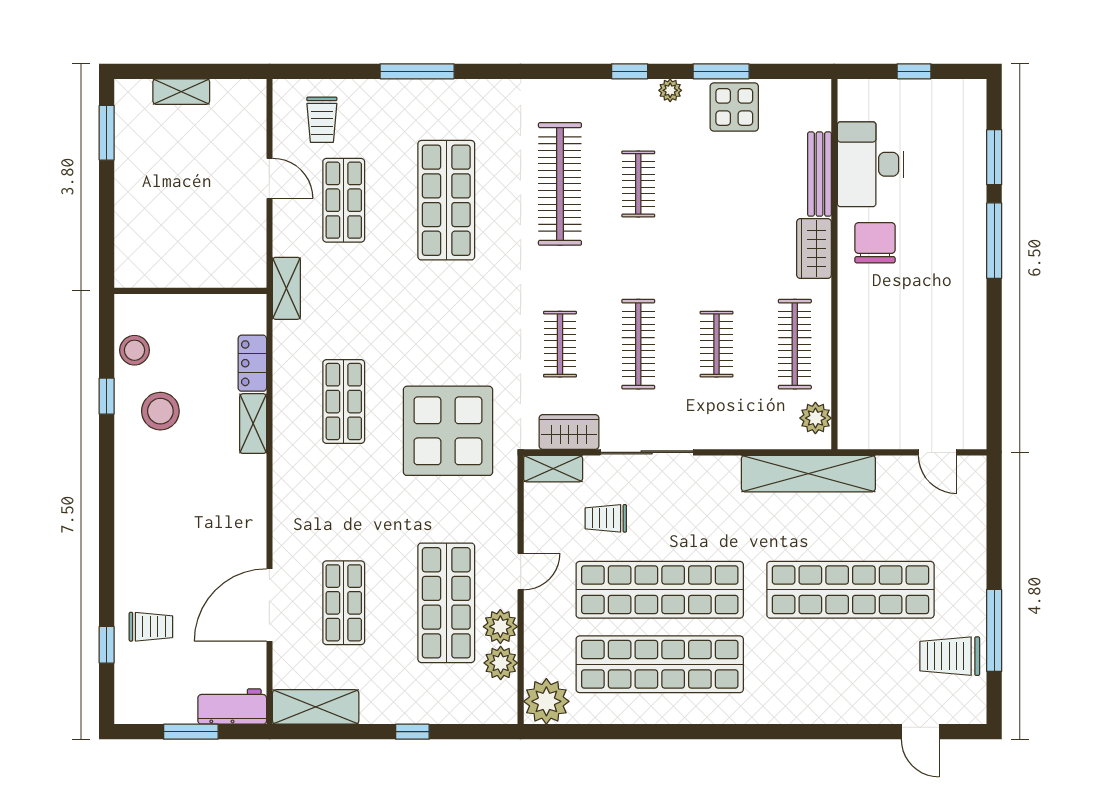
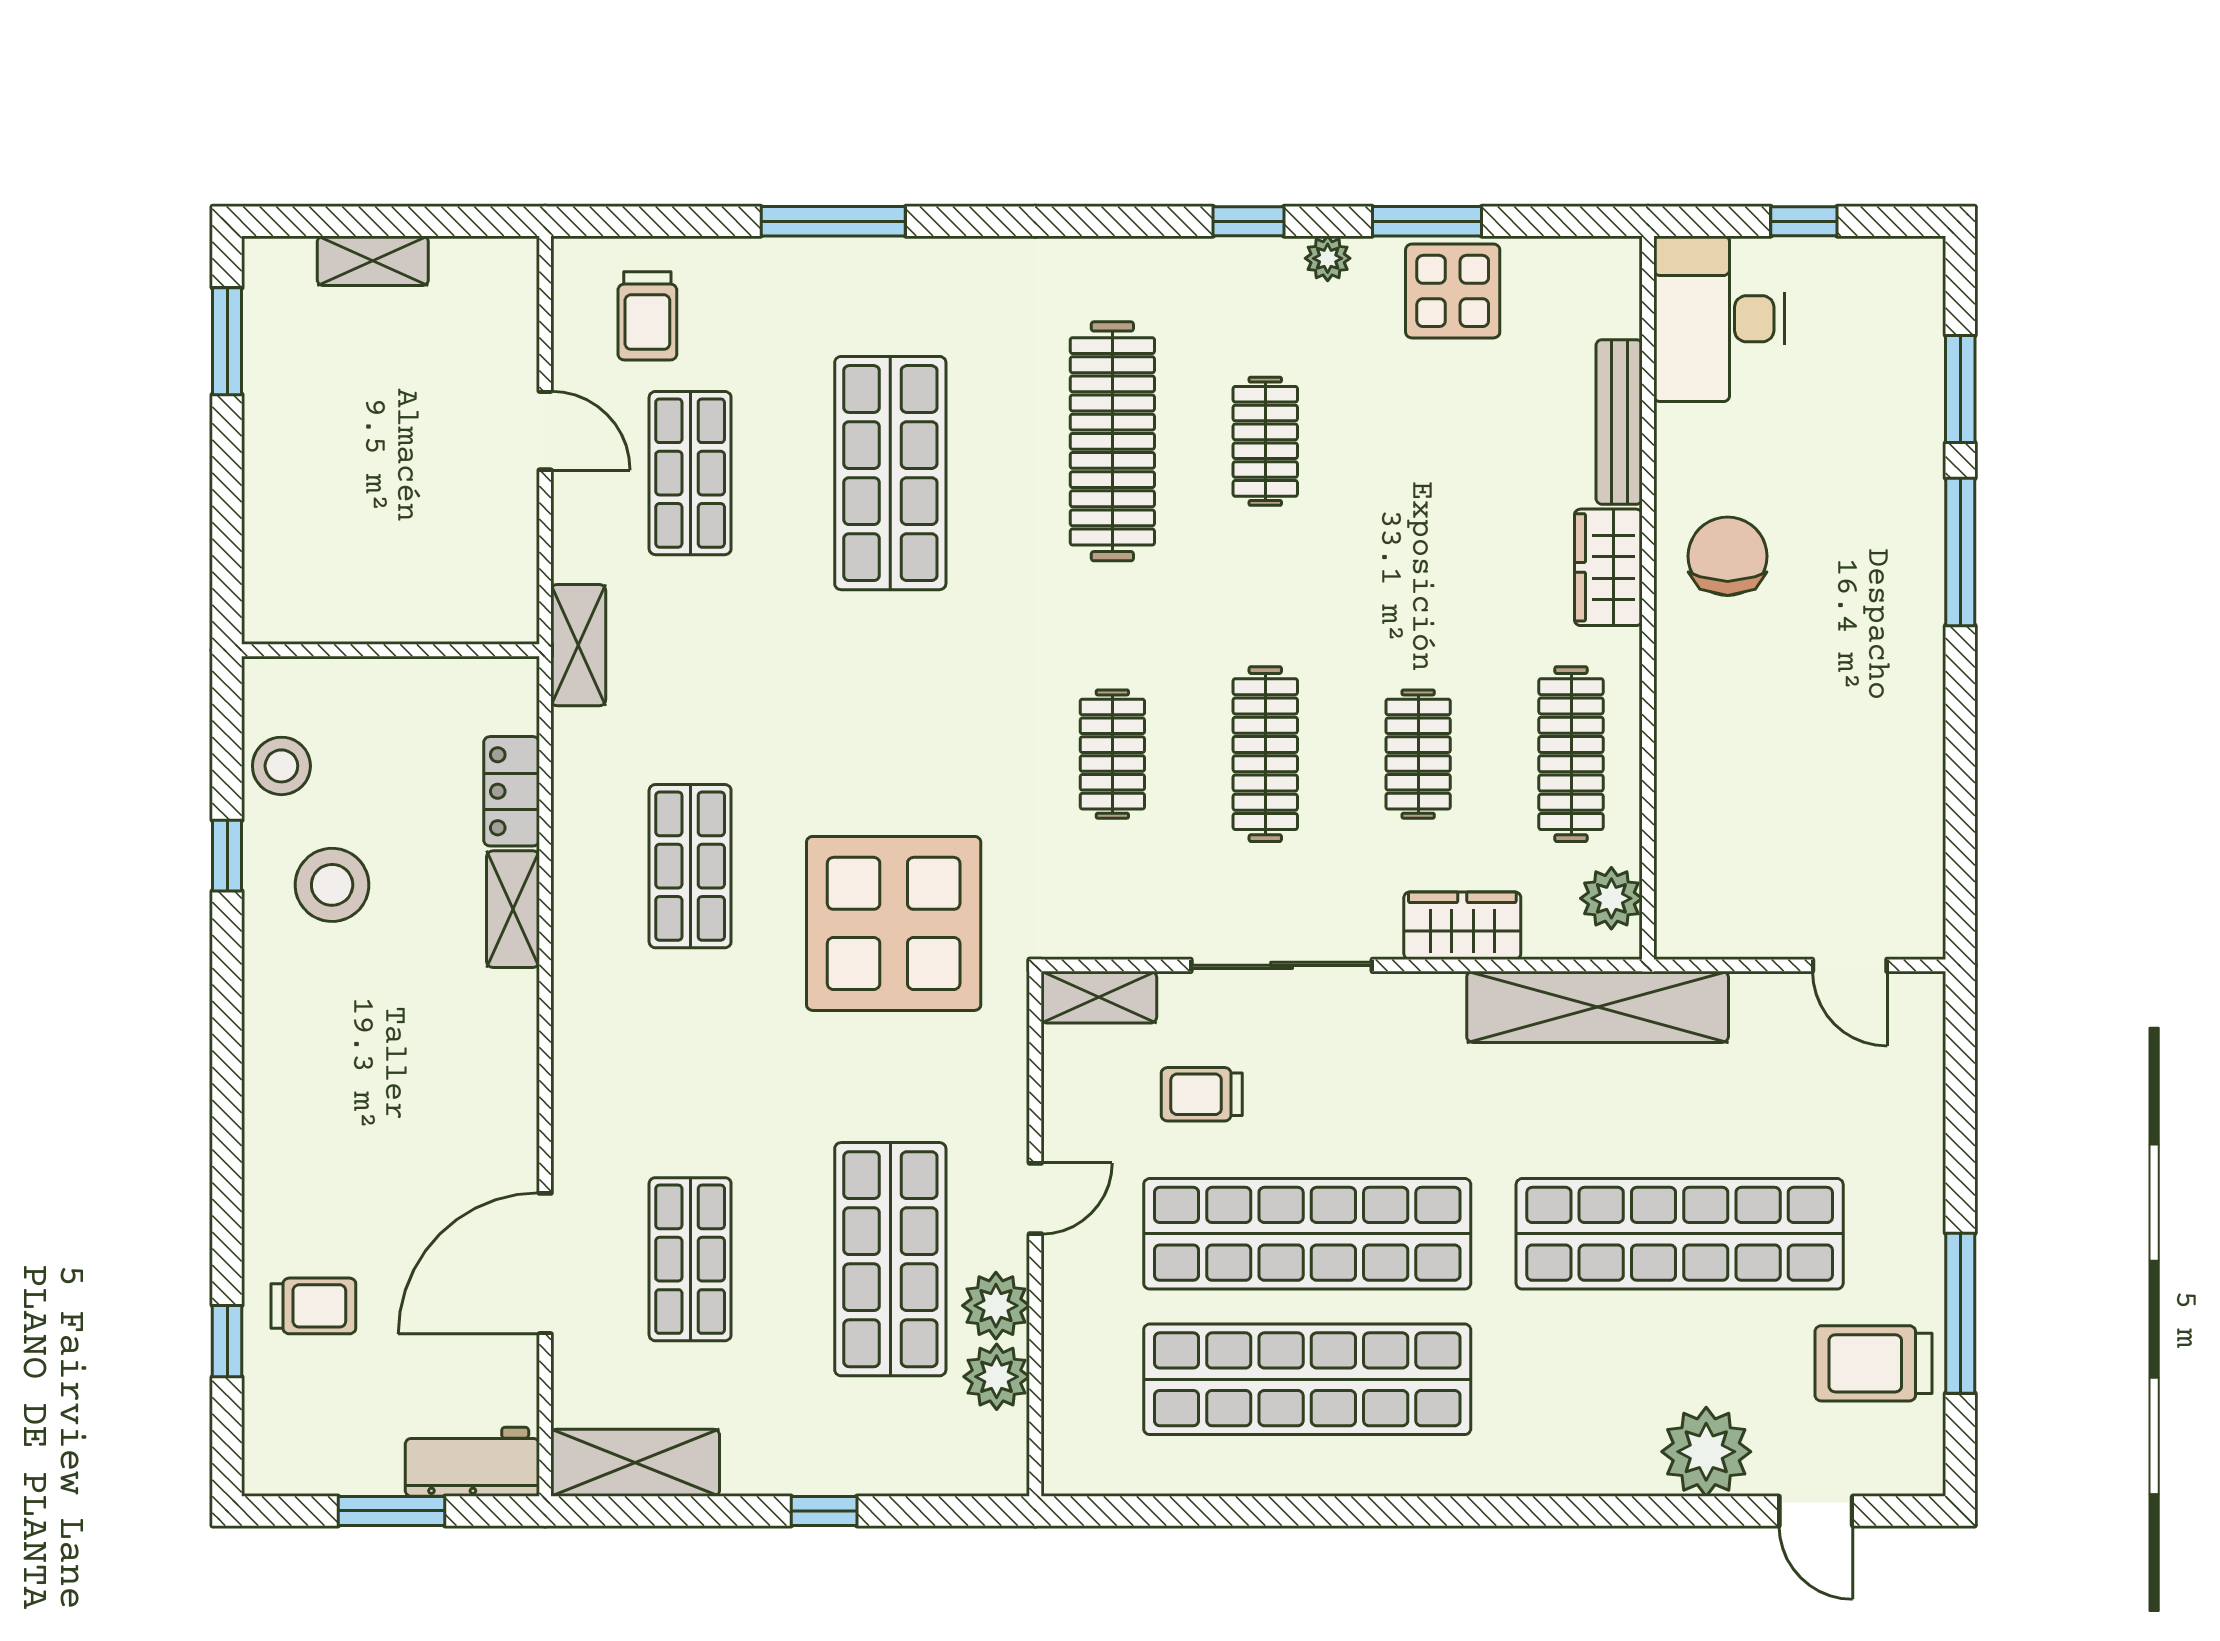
desk: (871, 164) -> (1719, 319), moved
wardrobe: (569, 432) -> (1462, 926), moved
plant: (546, 701) -> (1706, 1452), moved

